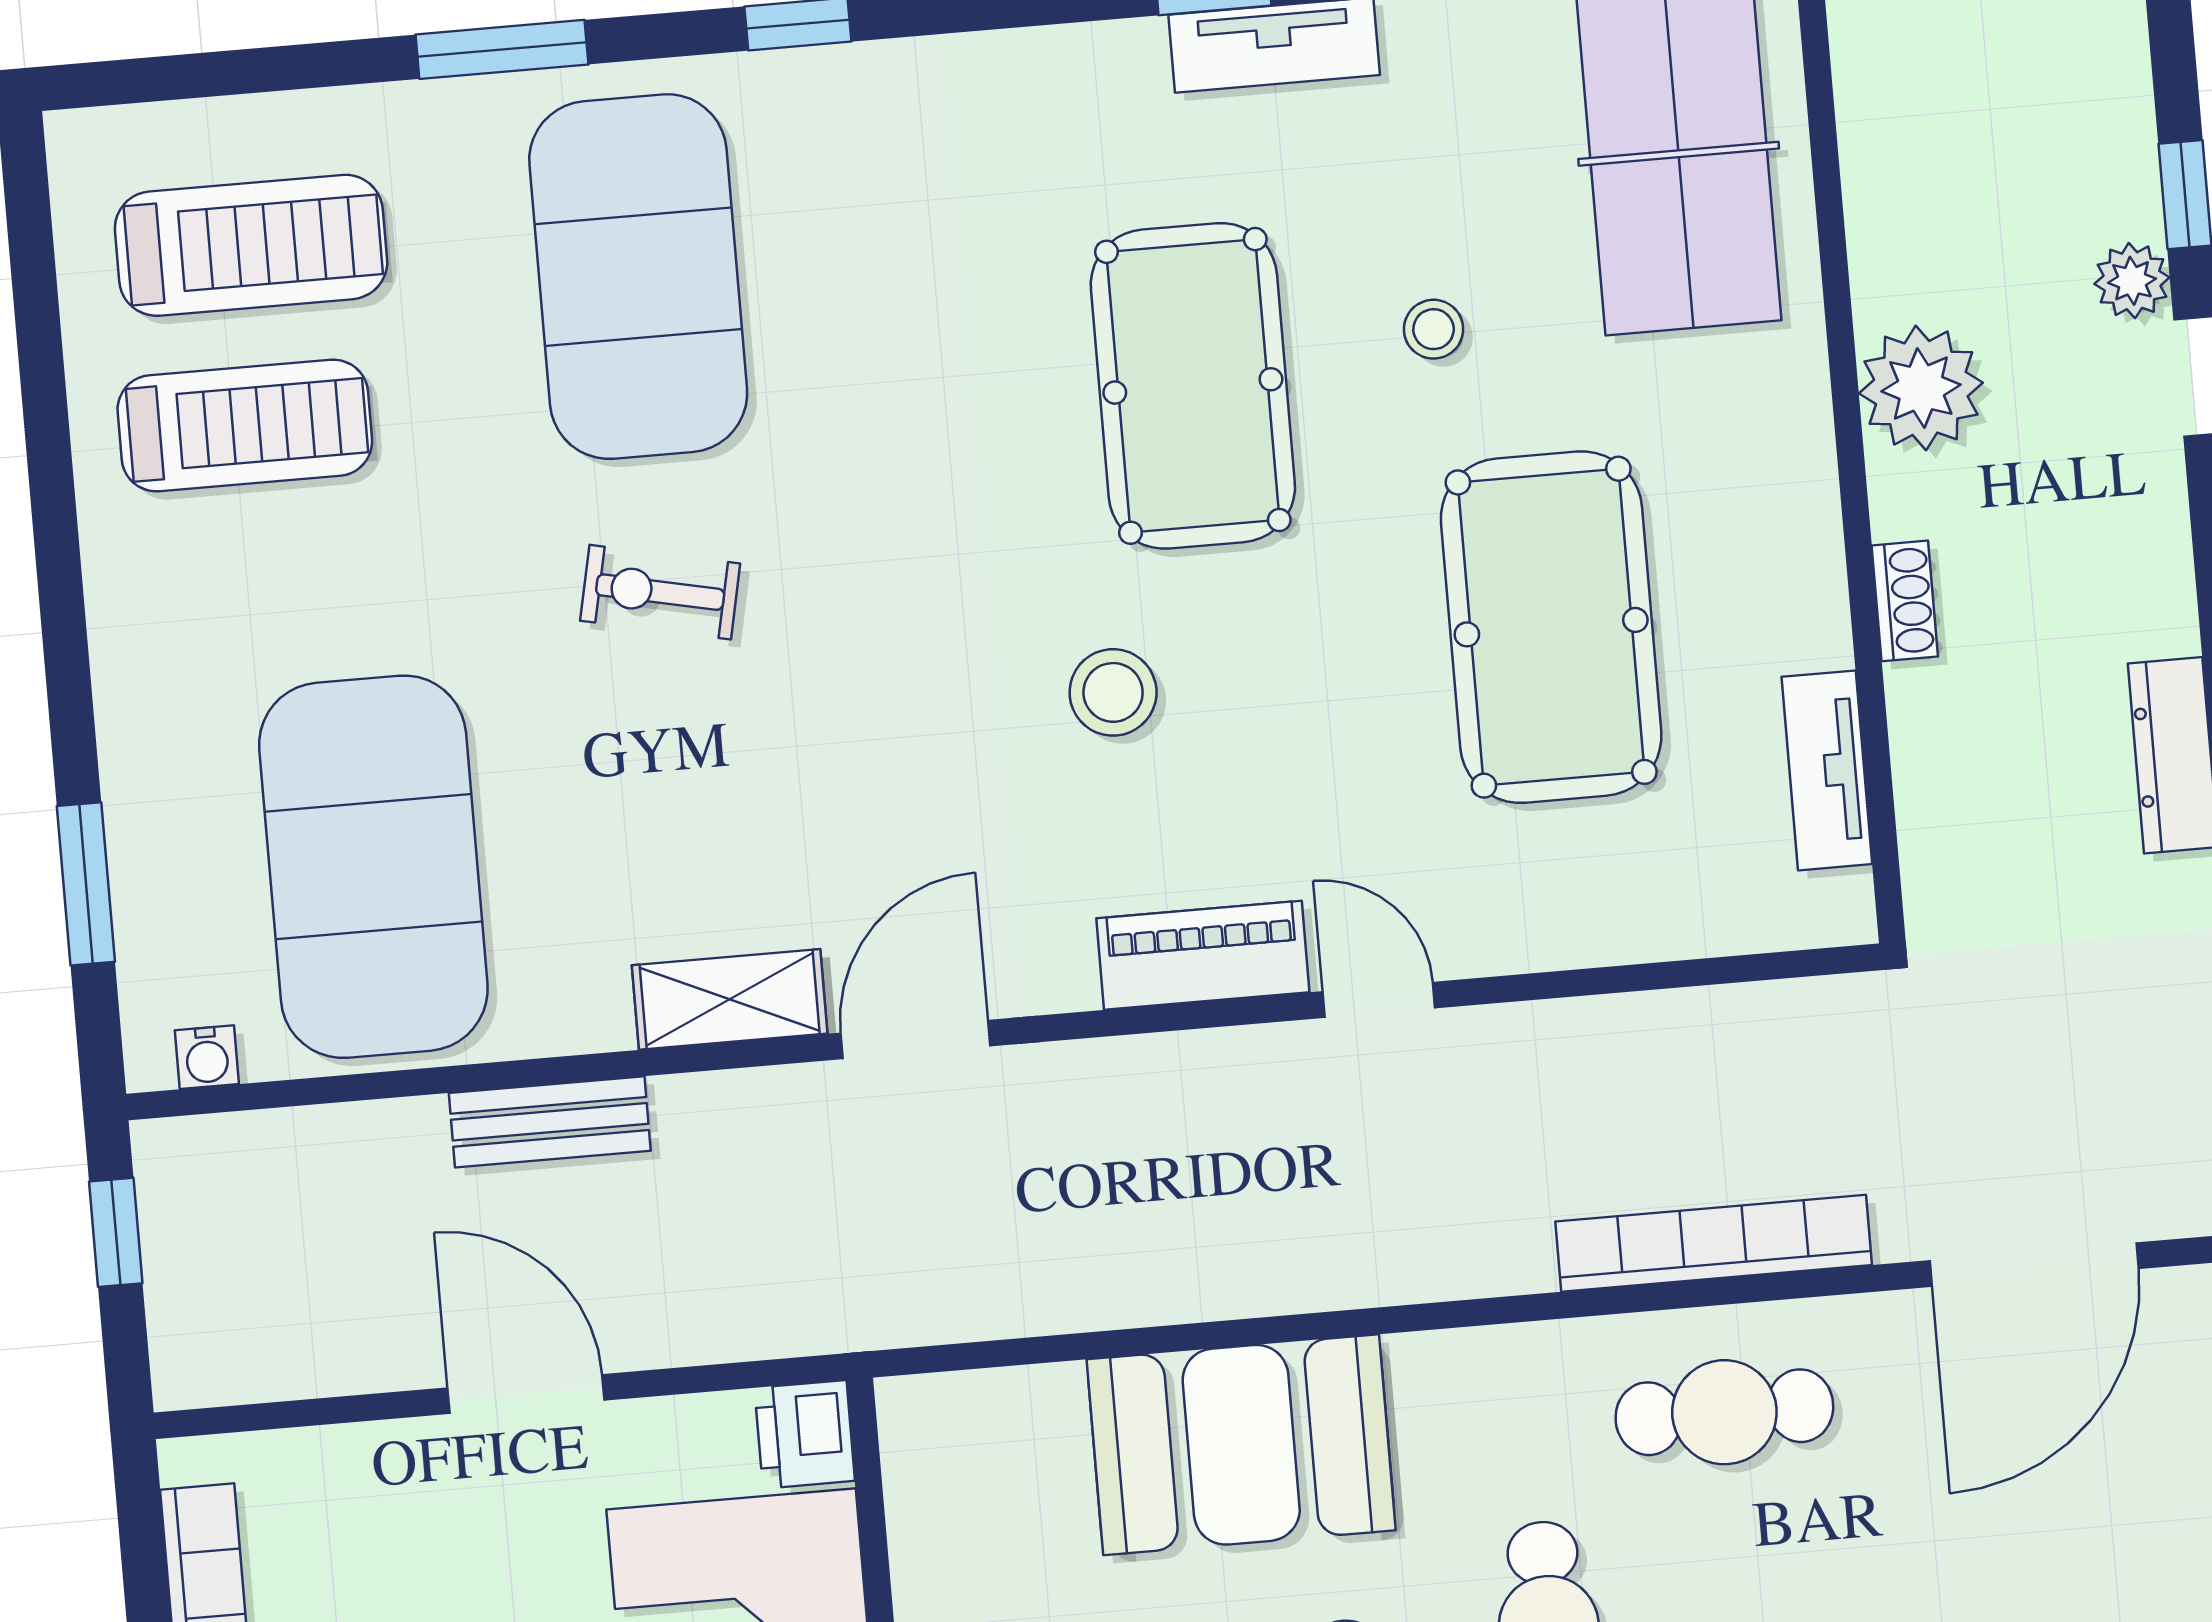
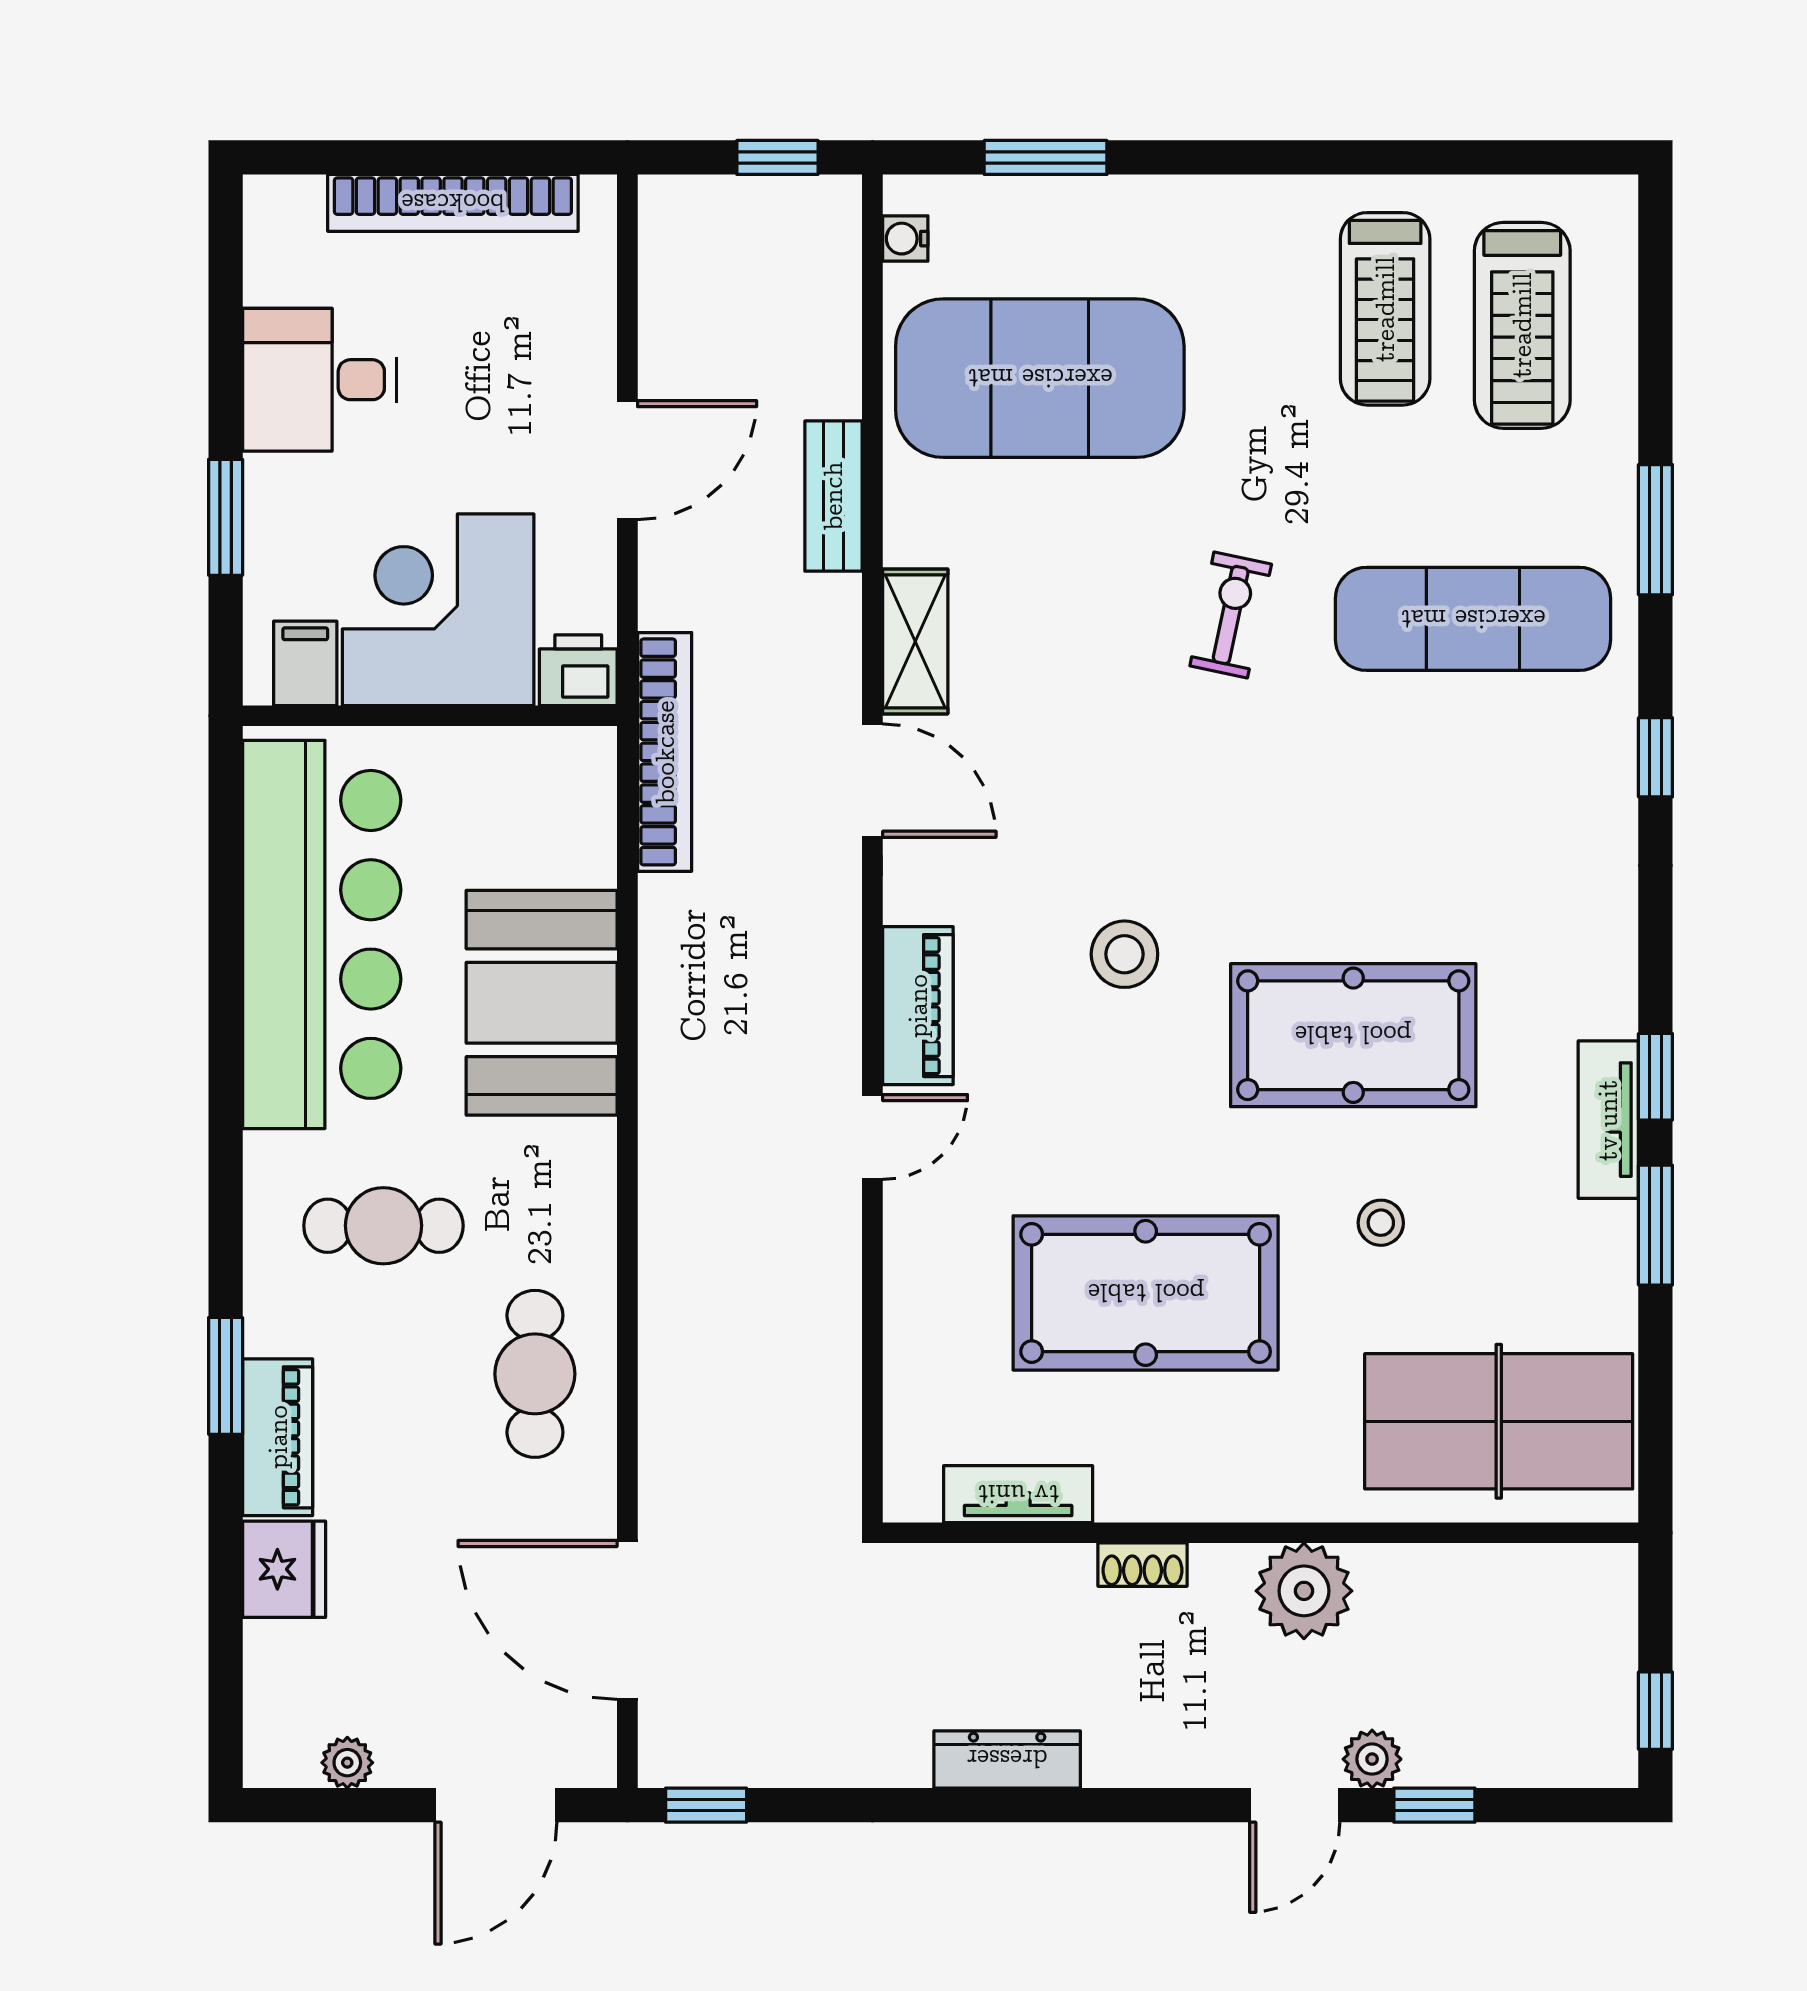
exercise mat: (638, 277) -> (1473, 619), width x0.68
bookcase: (1714, 1243) -> (665, 752), moved

